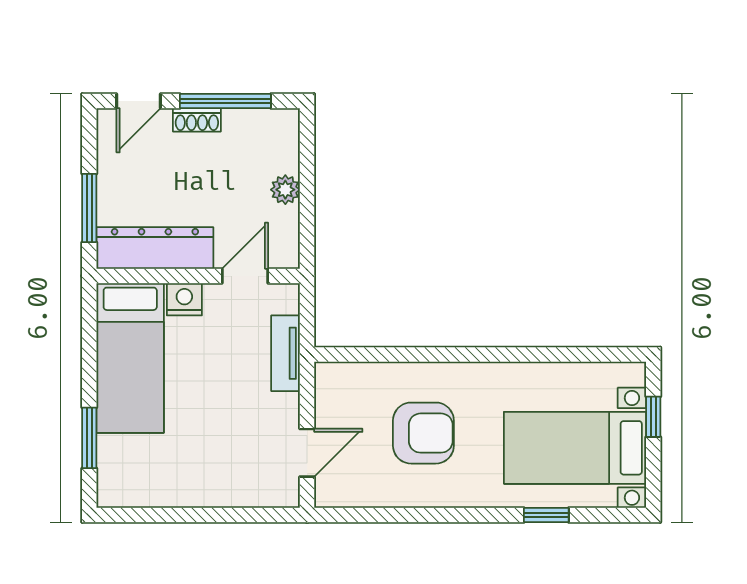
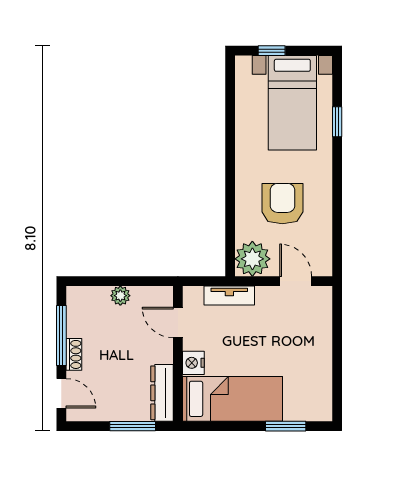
dresser: (155, 248) -> (162, 393), width x0.73, depth x0.80
plant: (341, 388) -> (252, 259), added

